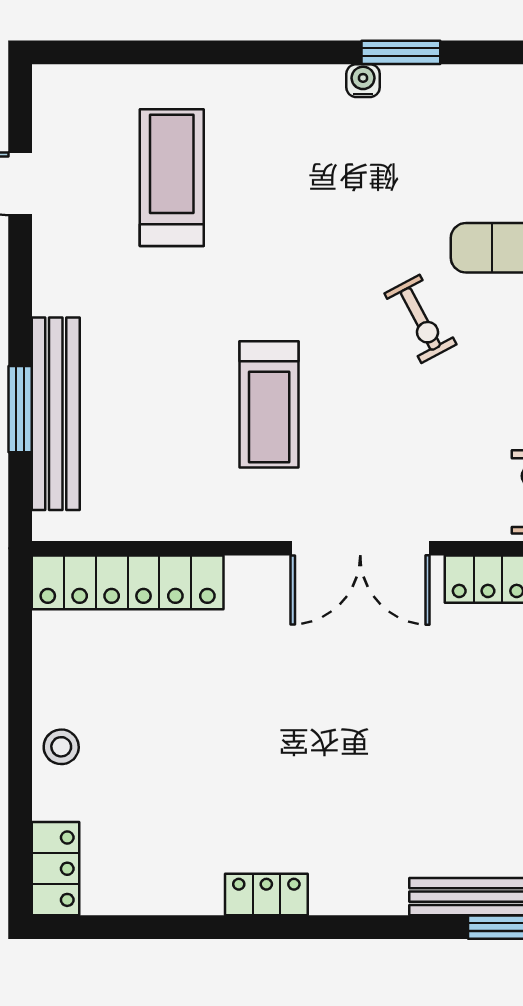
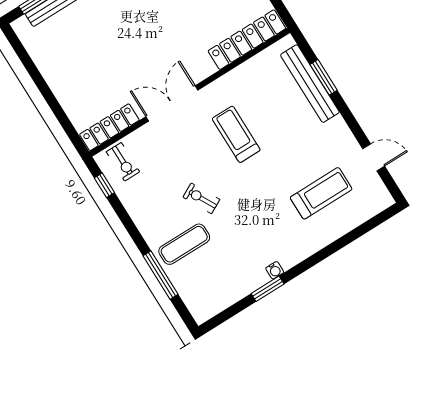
treadmill: (172, 178) -> (321, 193), turned -90

